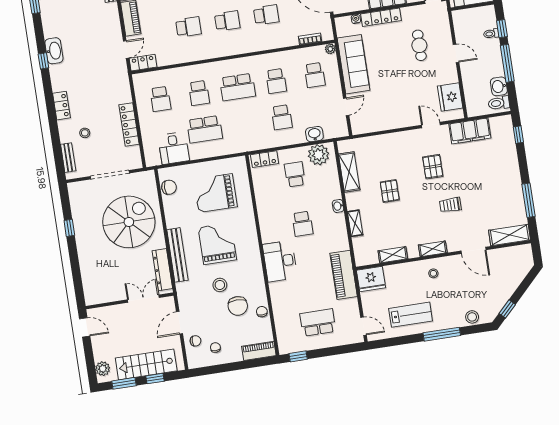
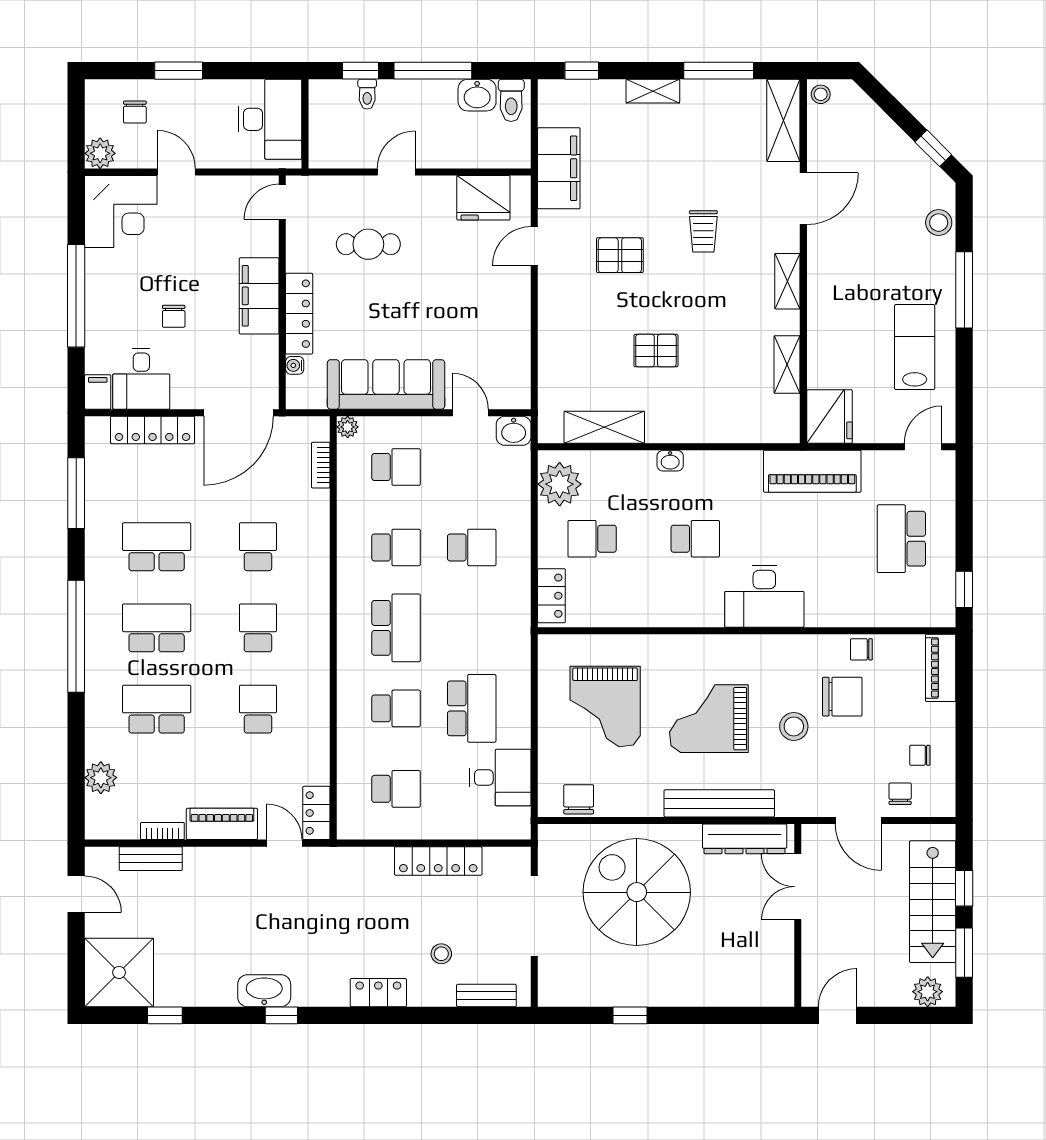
washbasin: (314, 134) -> (514, 431), moved, turned -90
shelving: (355, 223) -> (653, 91), moved
stool: (433, 273) -> (821, 94), moved

